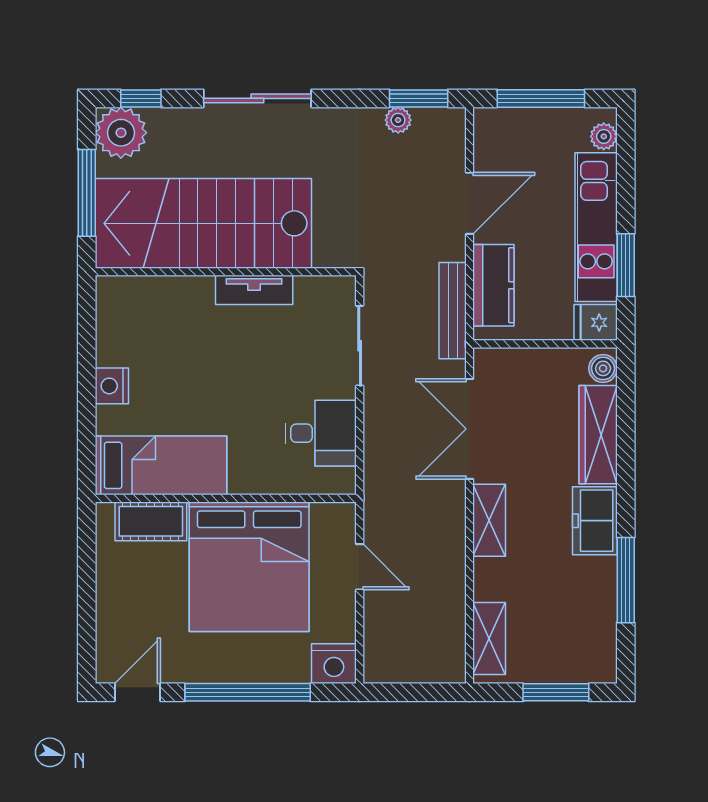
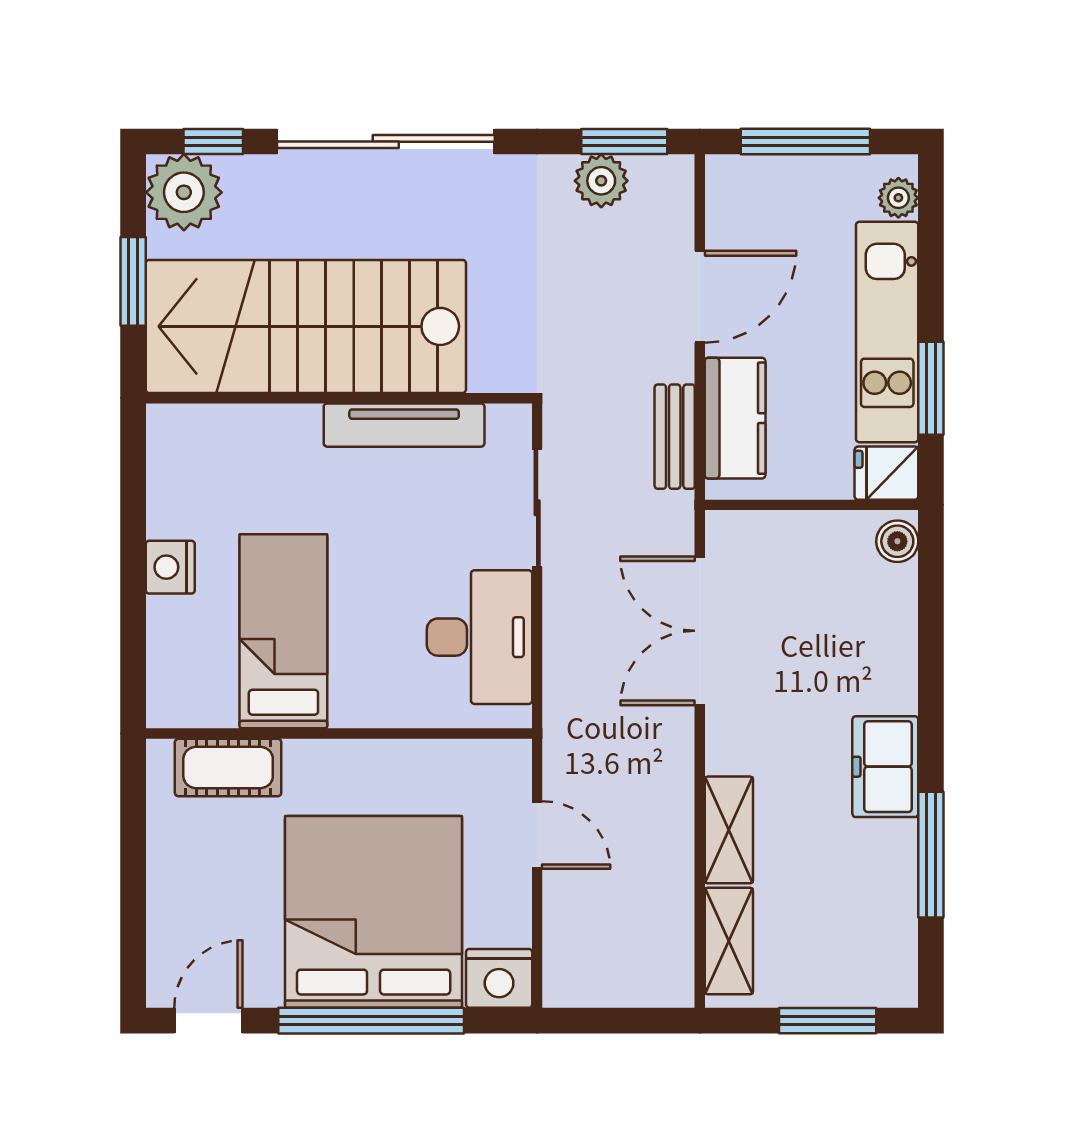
sliding door: (257, 98) -> (386, 142), width x1.36
plant: (398, 120) -> (601, 181), width x1.38, depth x1.38
window: (87, 193) -> (133, 281), width x0.69
tv unit: (254, 290) -> (404, 425), width x1.41
bench: (453, 311) -> (675, 437), width x0.73
desk: (321, 433) -> (479, 637), width x1.37
wardrobe: (598, 435) -> (890, 639), removed
bed: (161, 465) -> (283, 631), moved, turned -90
shelving: (489, 520) -> (729, 830), moved
bed: (249, 567) -> (374, 912), moved, turned 180

